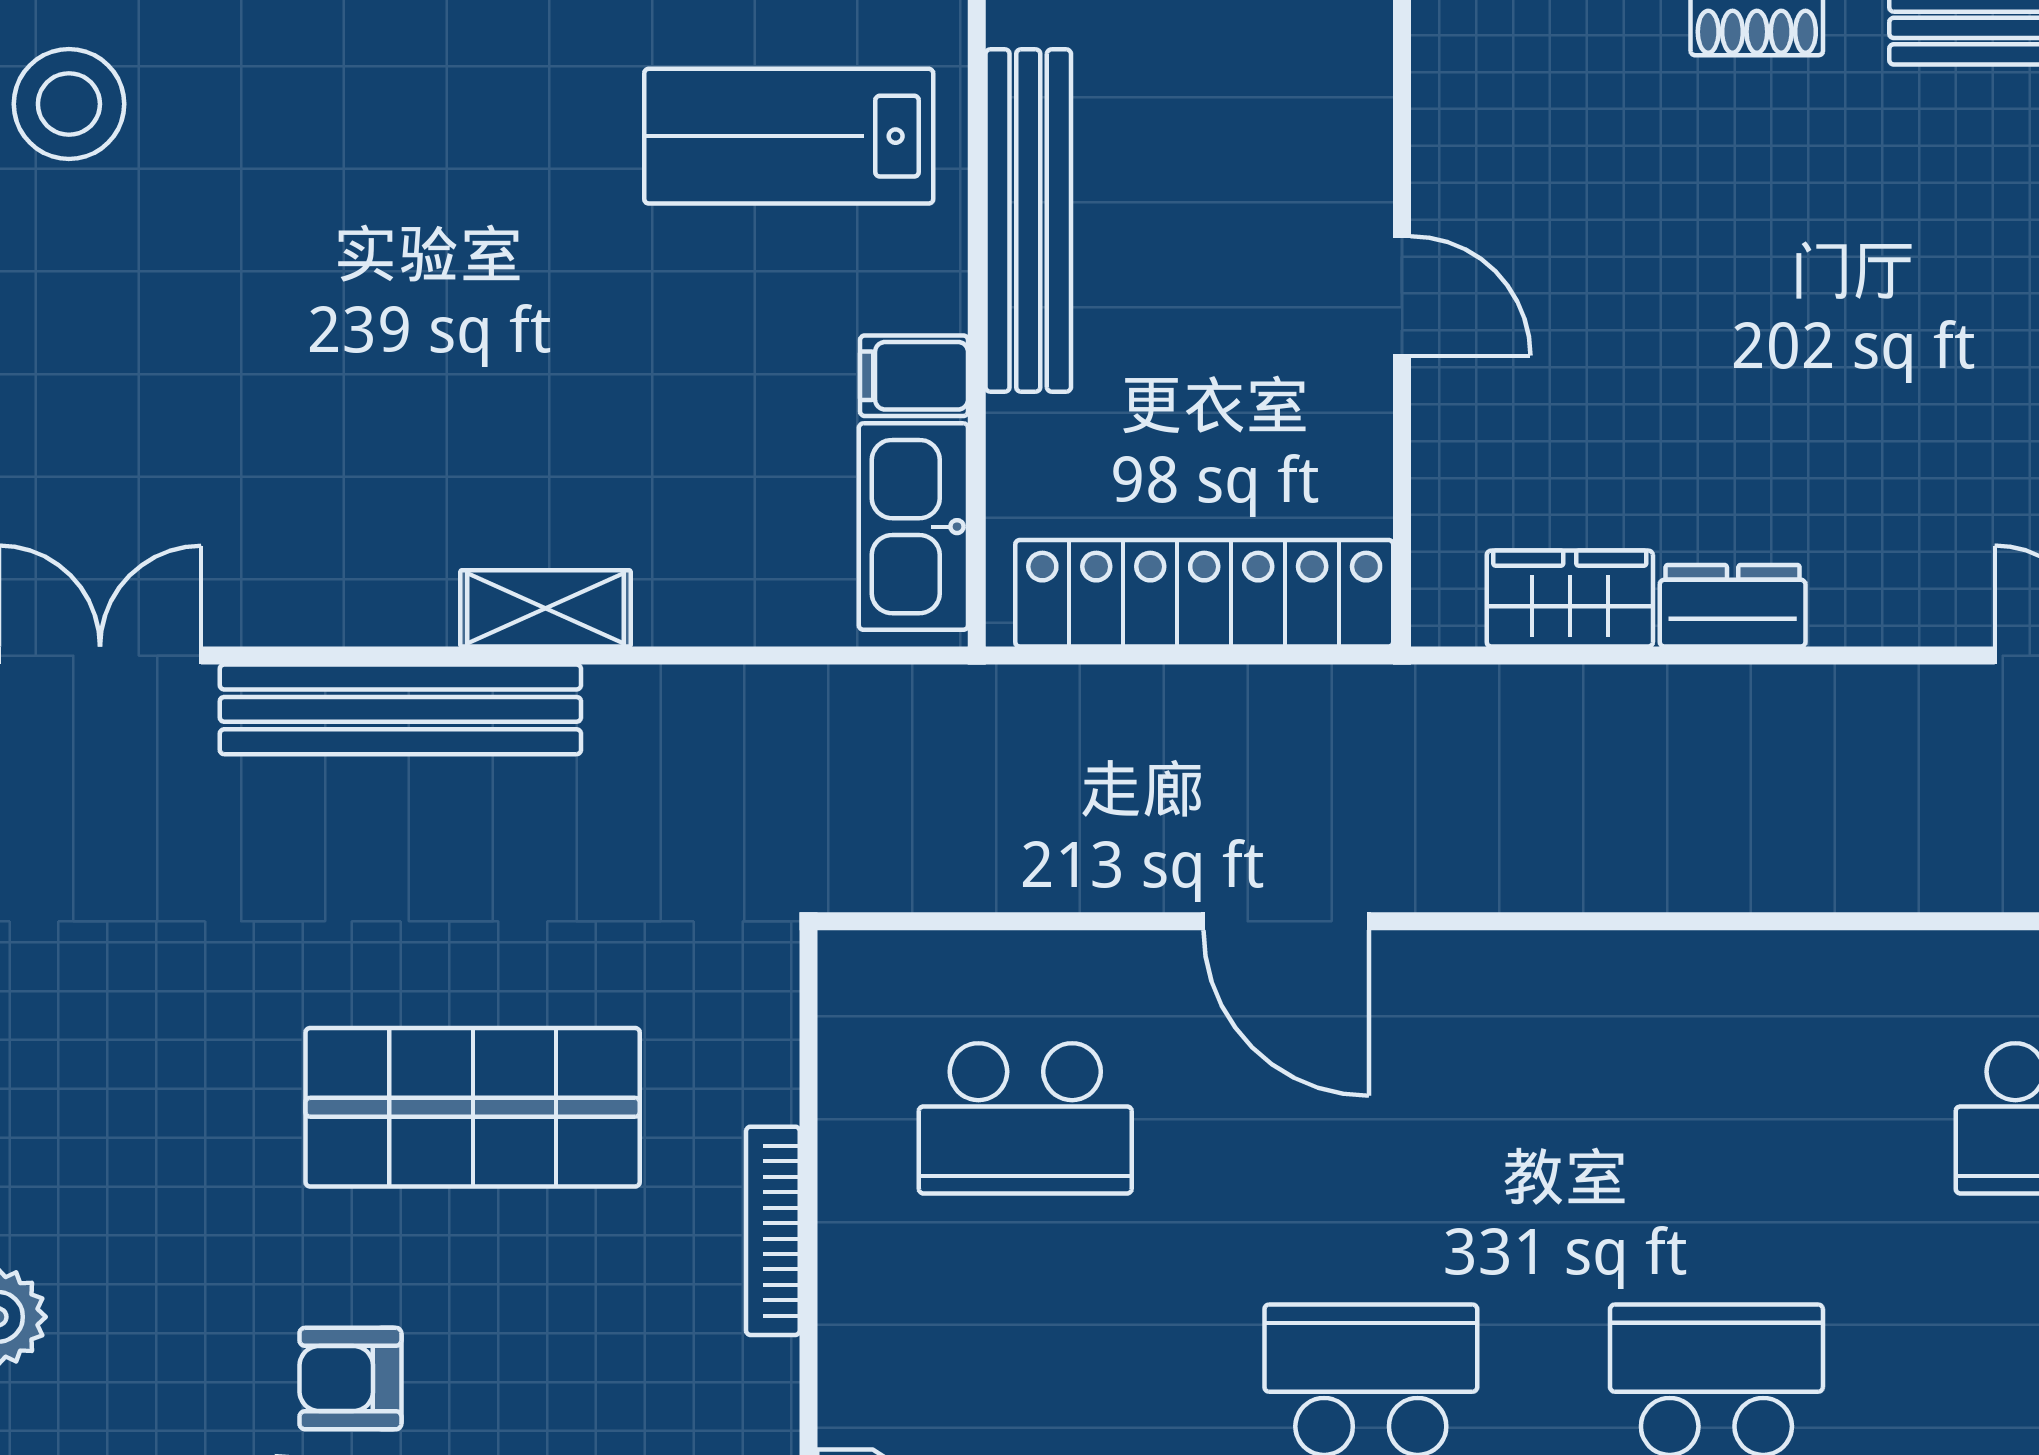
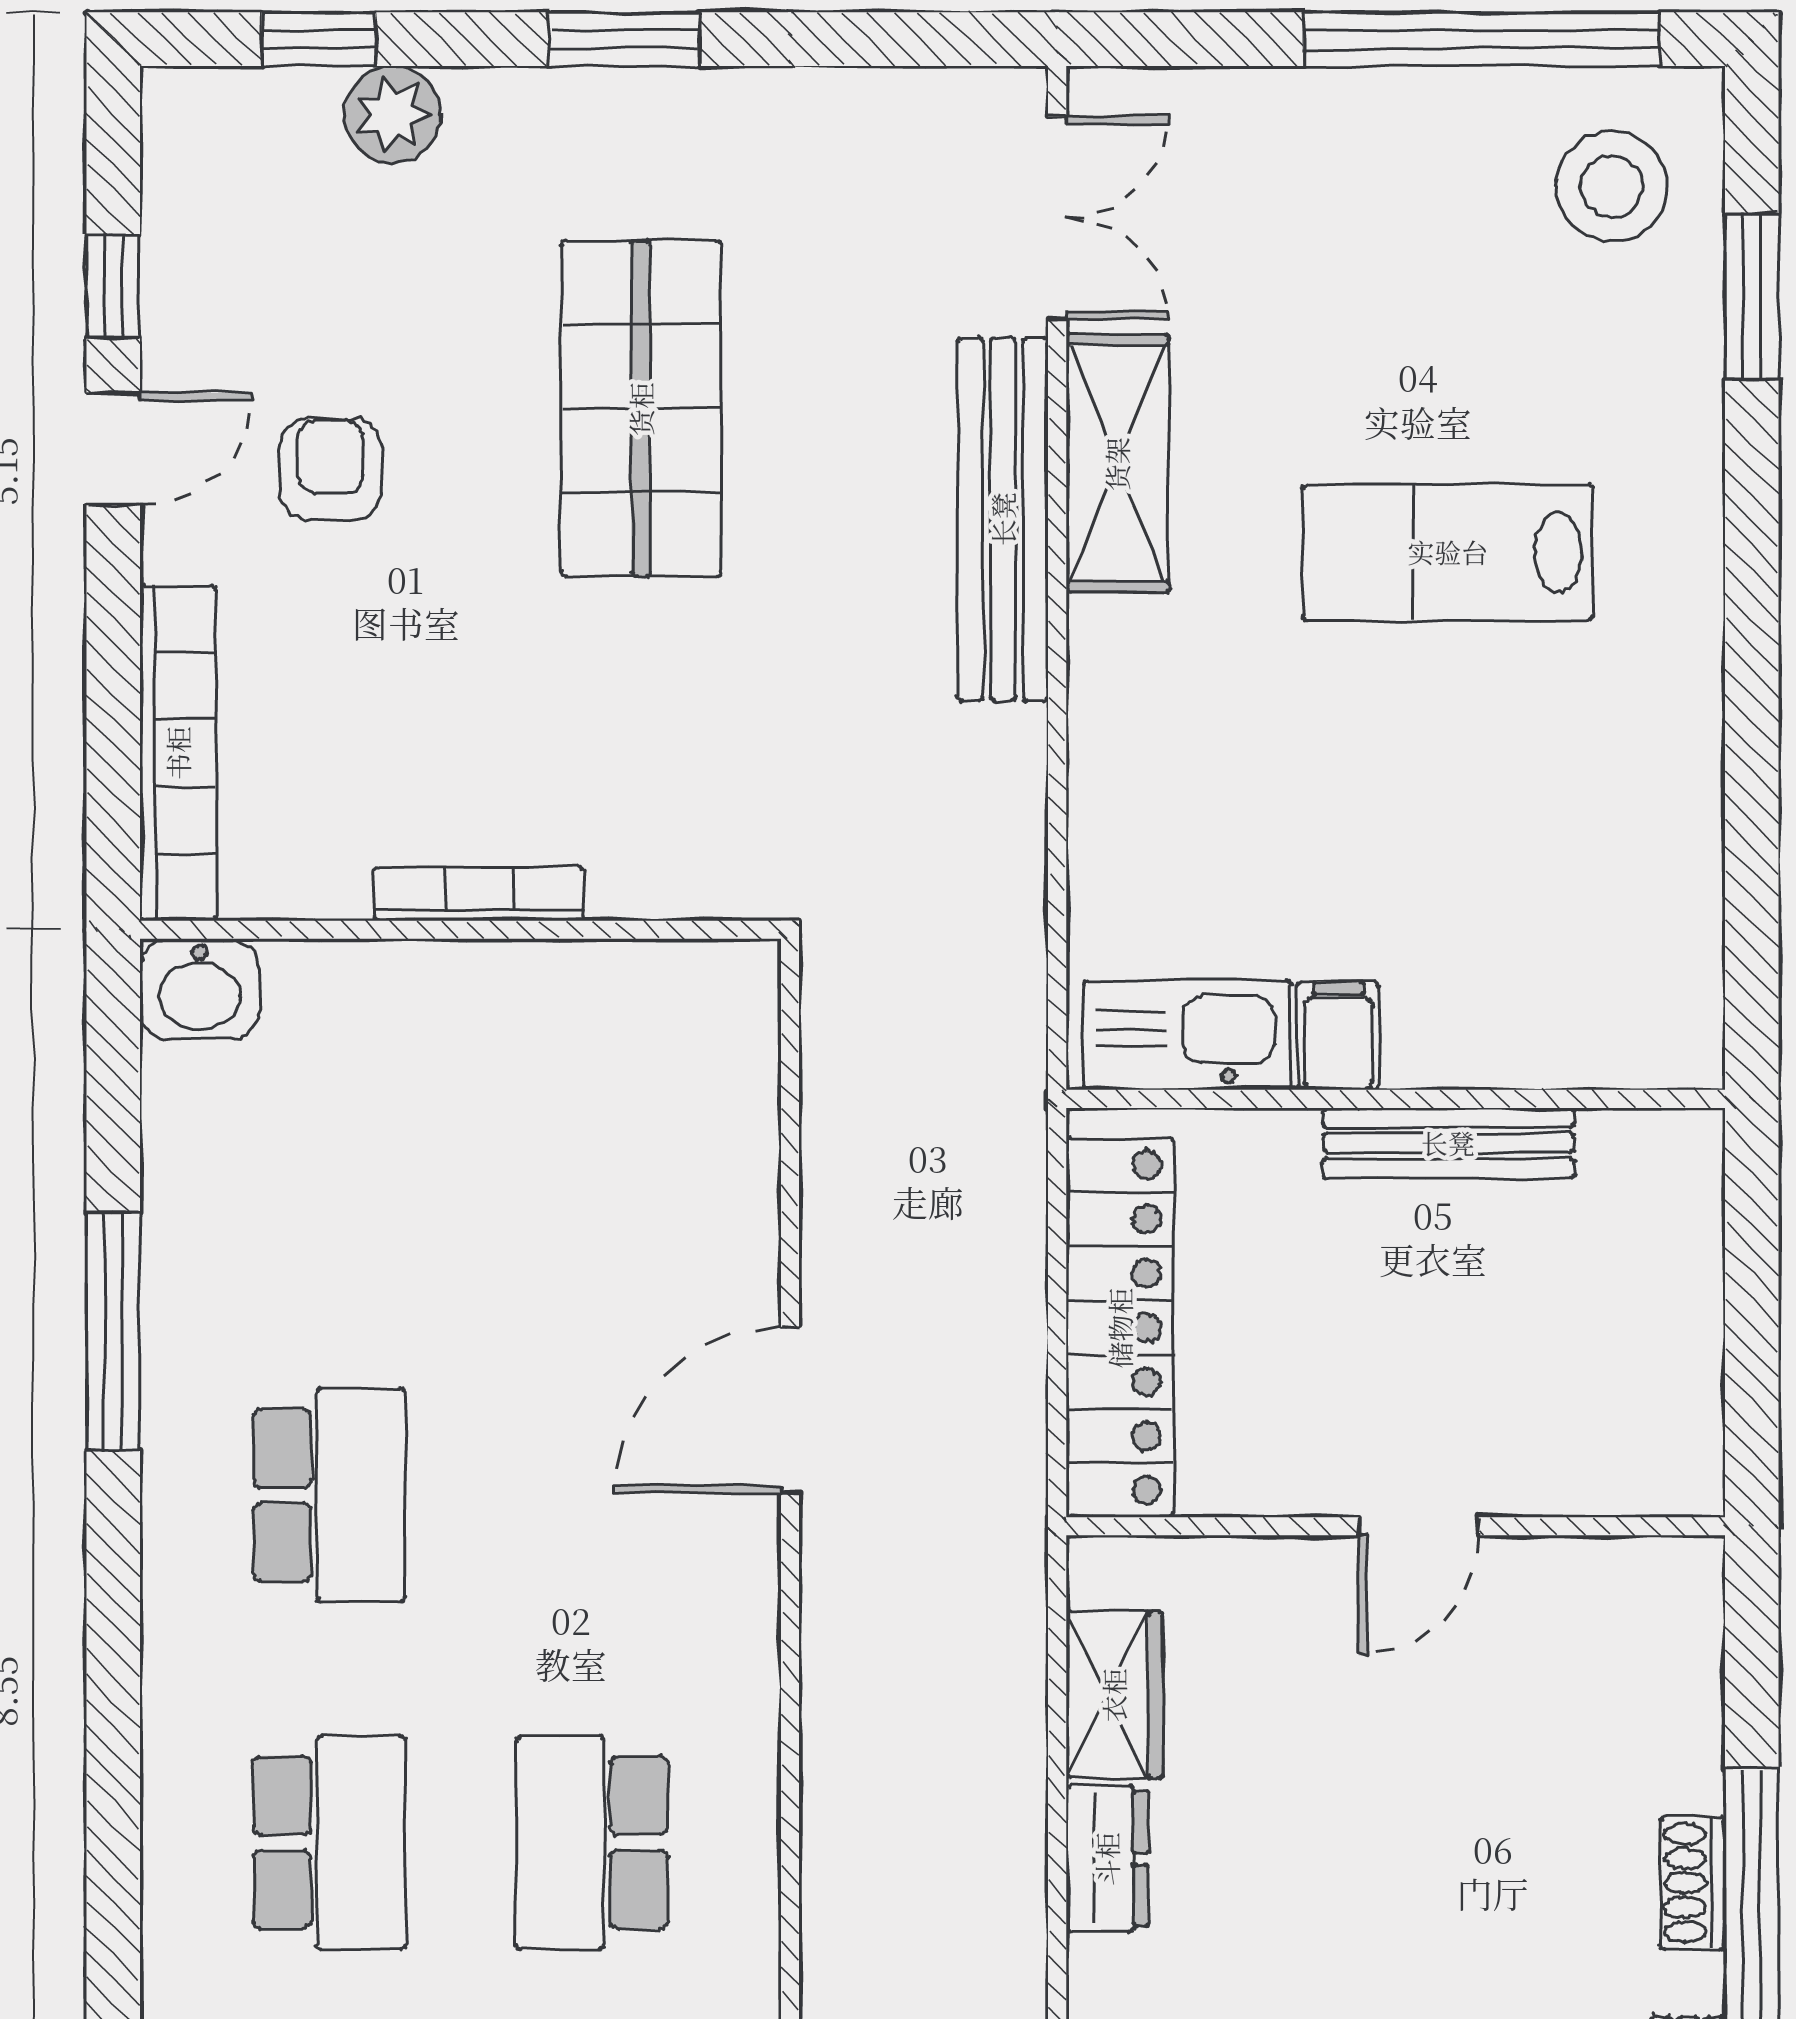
lab bench: (789, 136) -> (1448, 552), moved, turned -90
bench: (1028, 220) -> (1448, 1143), width x0.73, depth x0.82
shelving: (545, 608) -> (1117, 464), moved, width x1.50, depth x1.33
shop shelf: (473, 1107) -> (641, 409), moved
school desk: (1025, 1118) -> (592, 1842), moved

